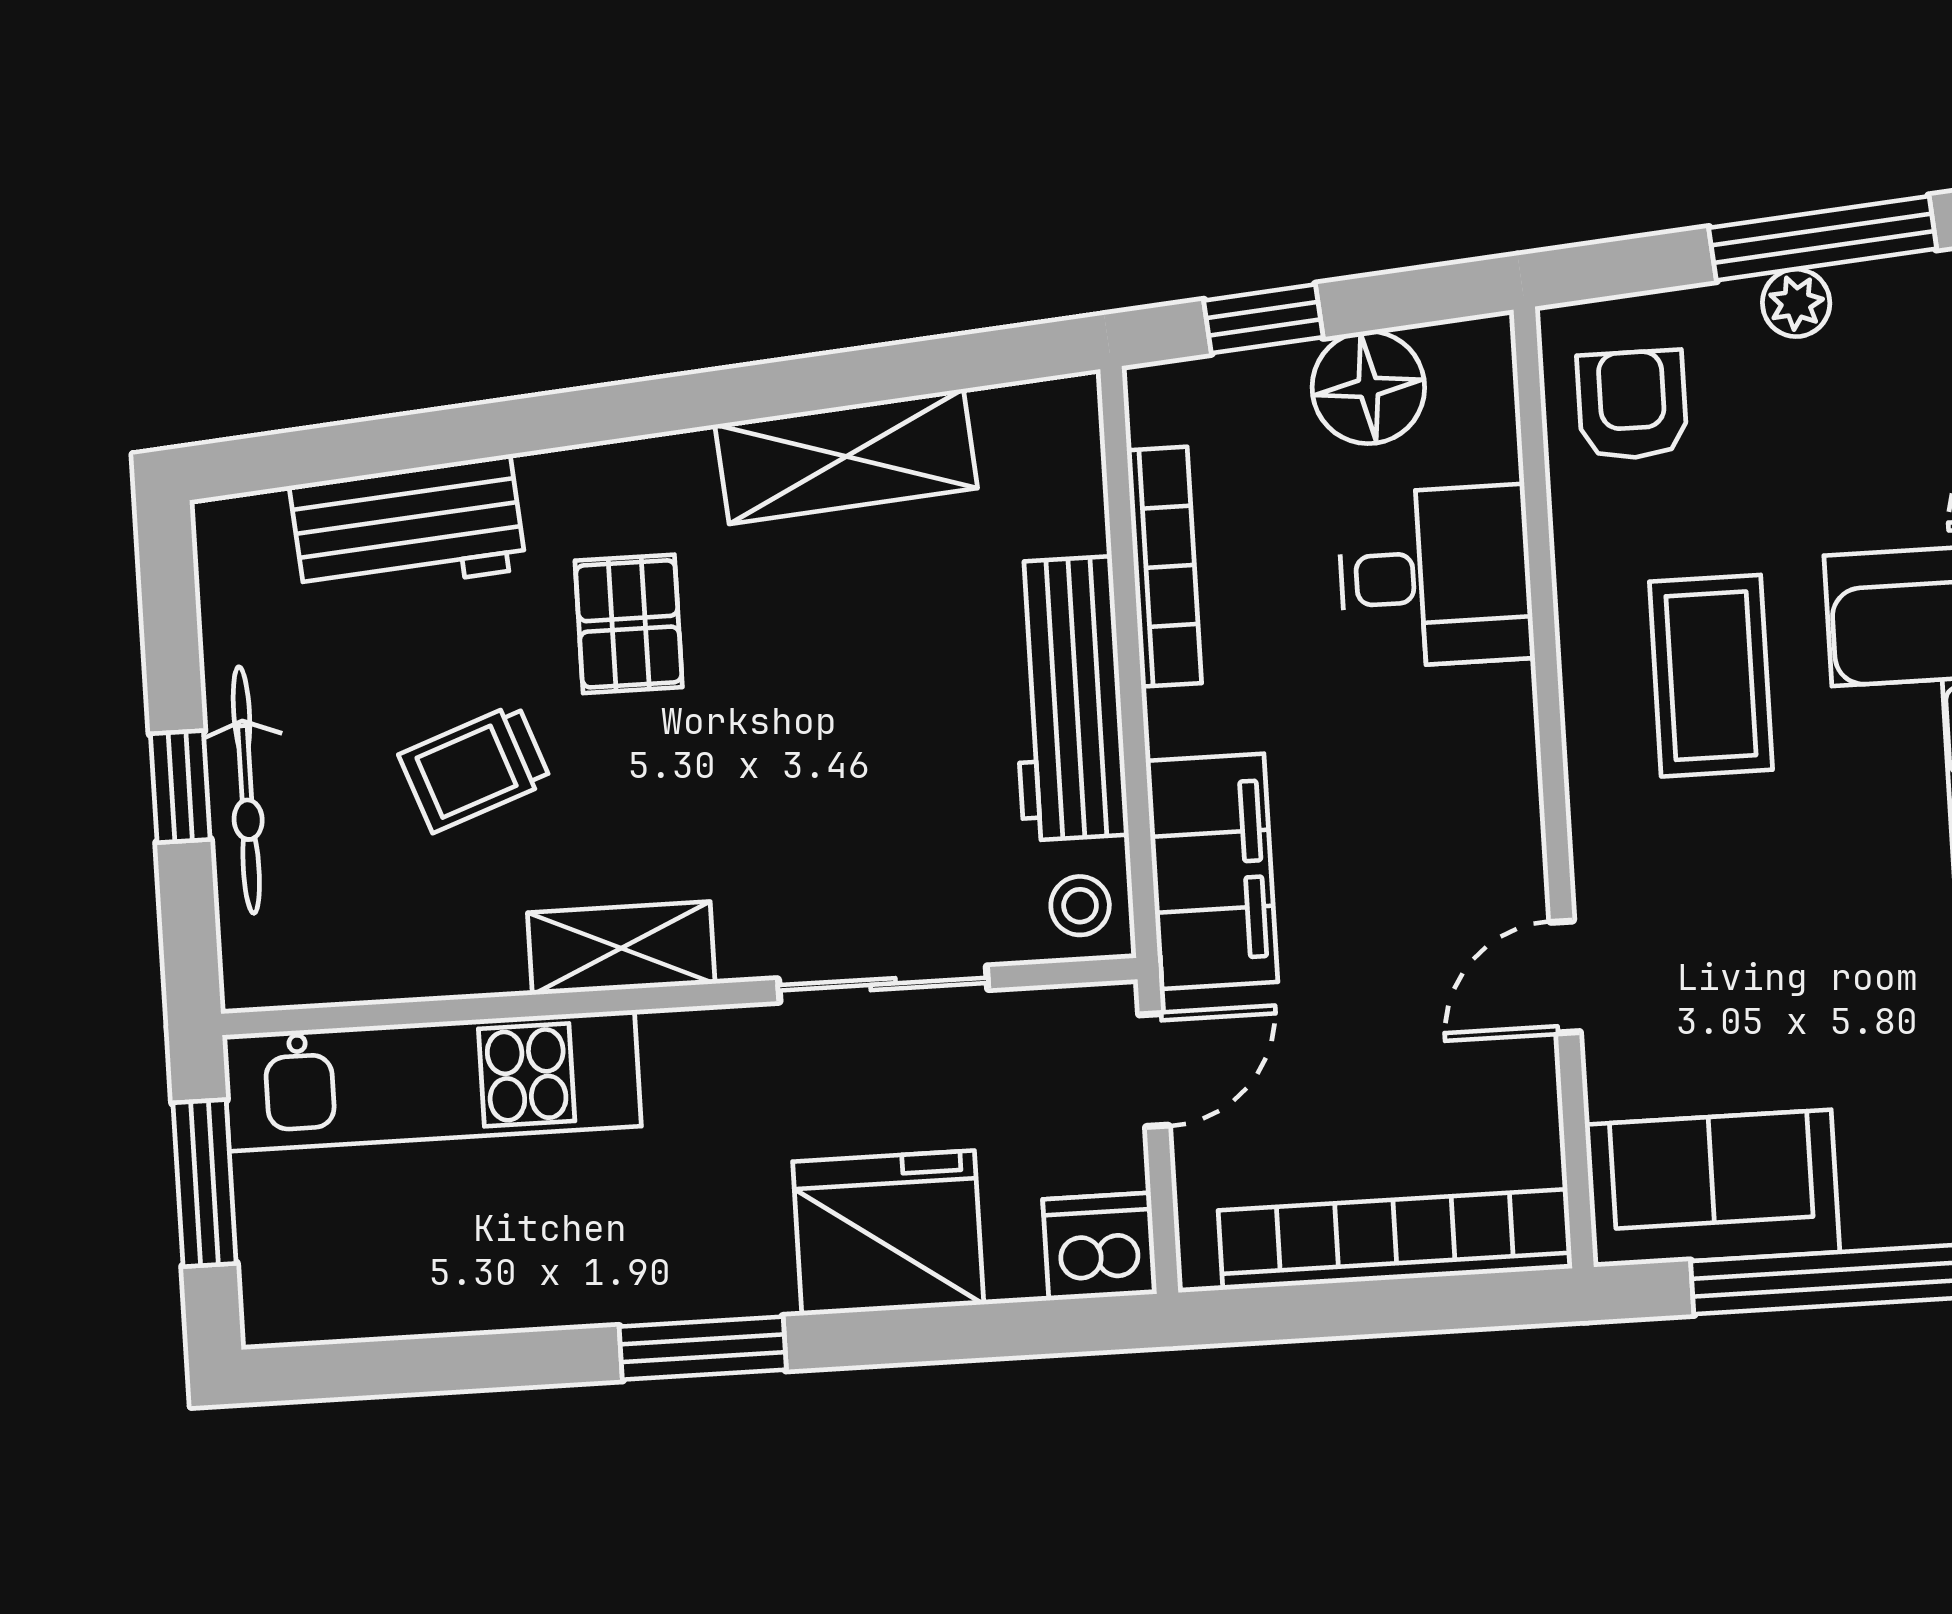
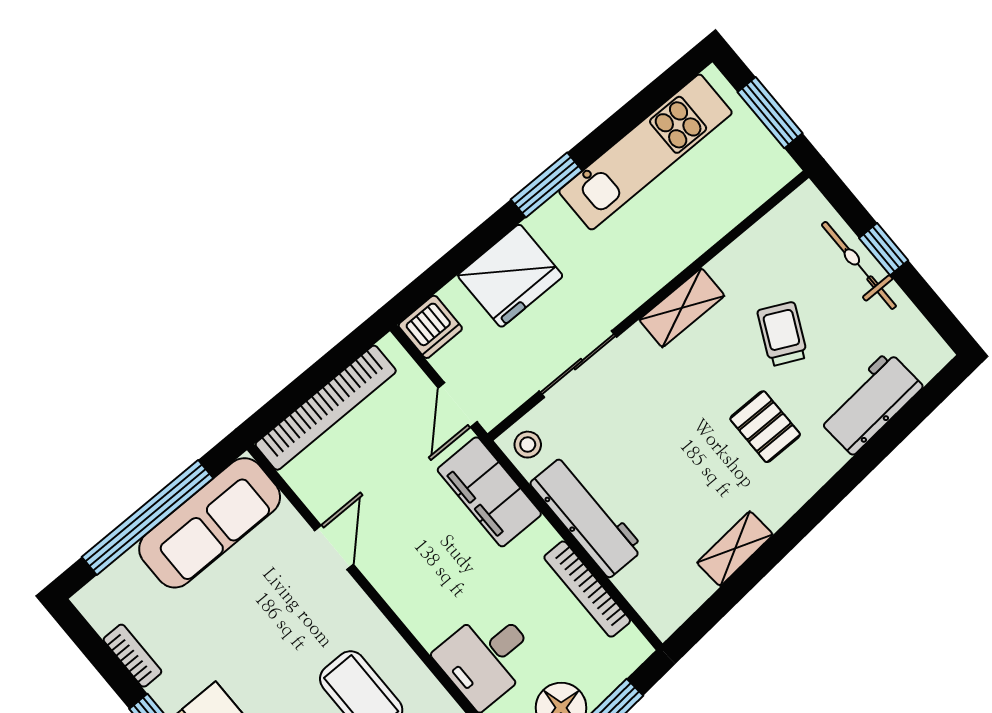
shelving: (846, 456) -> (735, 549), width x0.67, depth x0.75
trolley: (475, 768) -> (782, 334), turned -44
kitchen unit: (432, 1081) -> (645, 152), moved, turned 180
sofa: (1712, 1188) -> (210, 523), width x1.36

